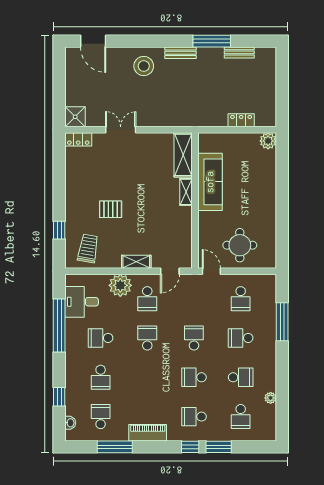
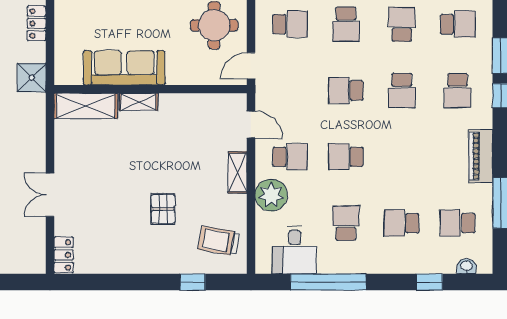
shower: (75, 117) -> (32, 78), moved
school desk: (101, 338) -> (346, 223), turned 180
school desk: (101, 377) -> (402, 223), turned 180

